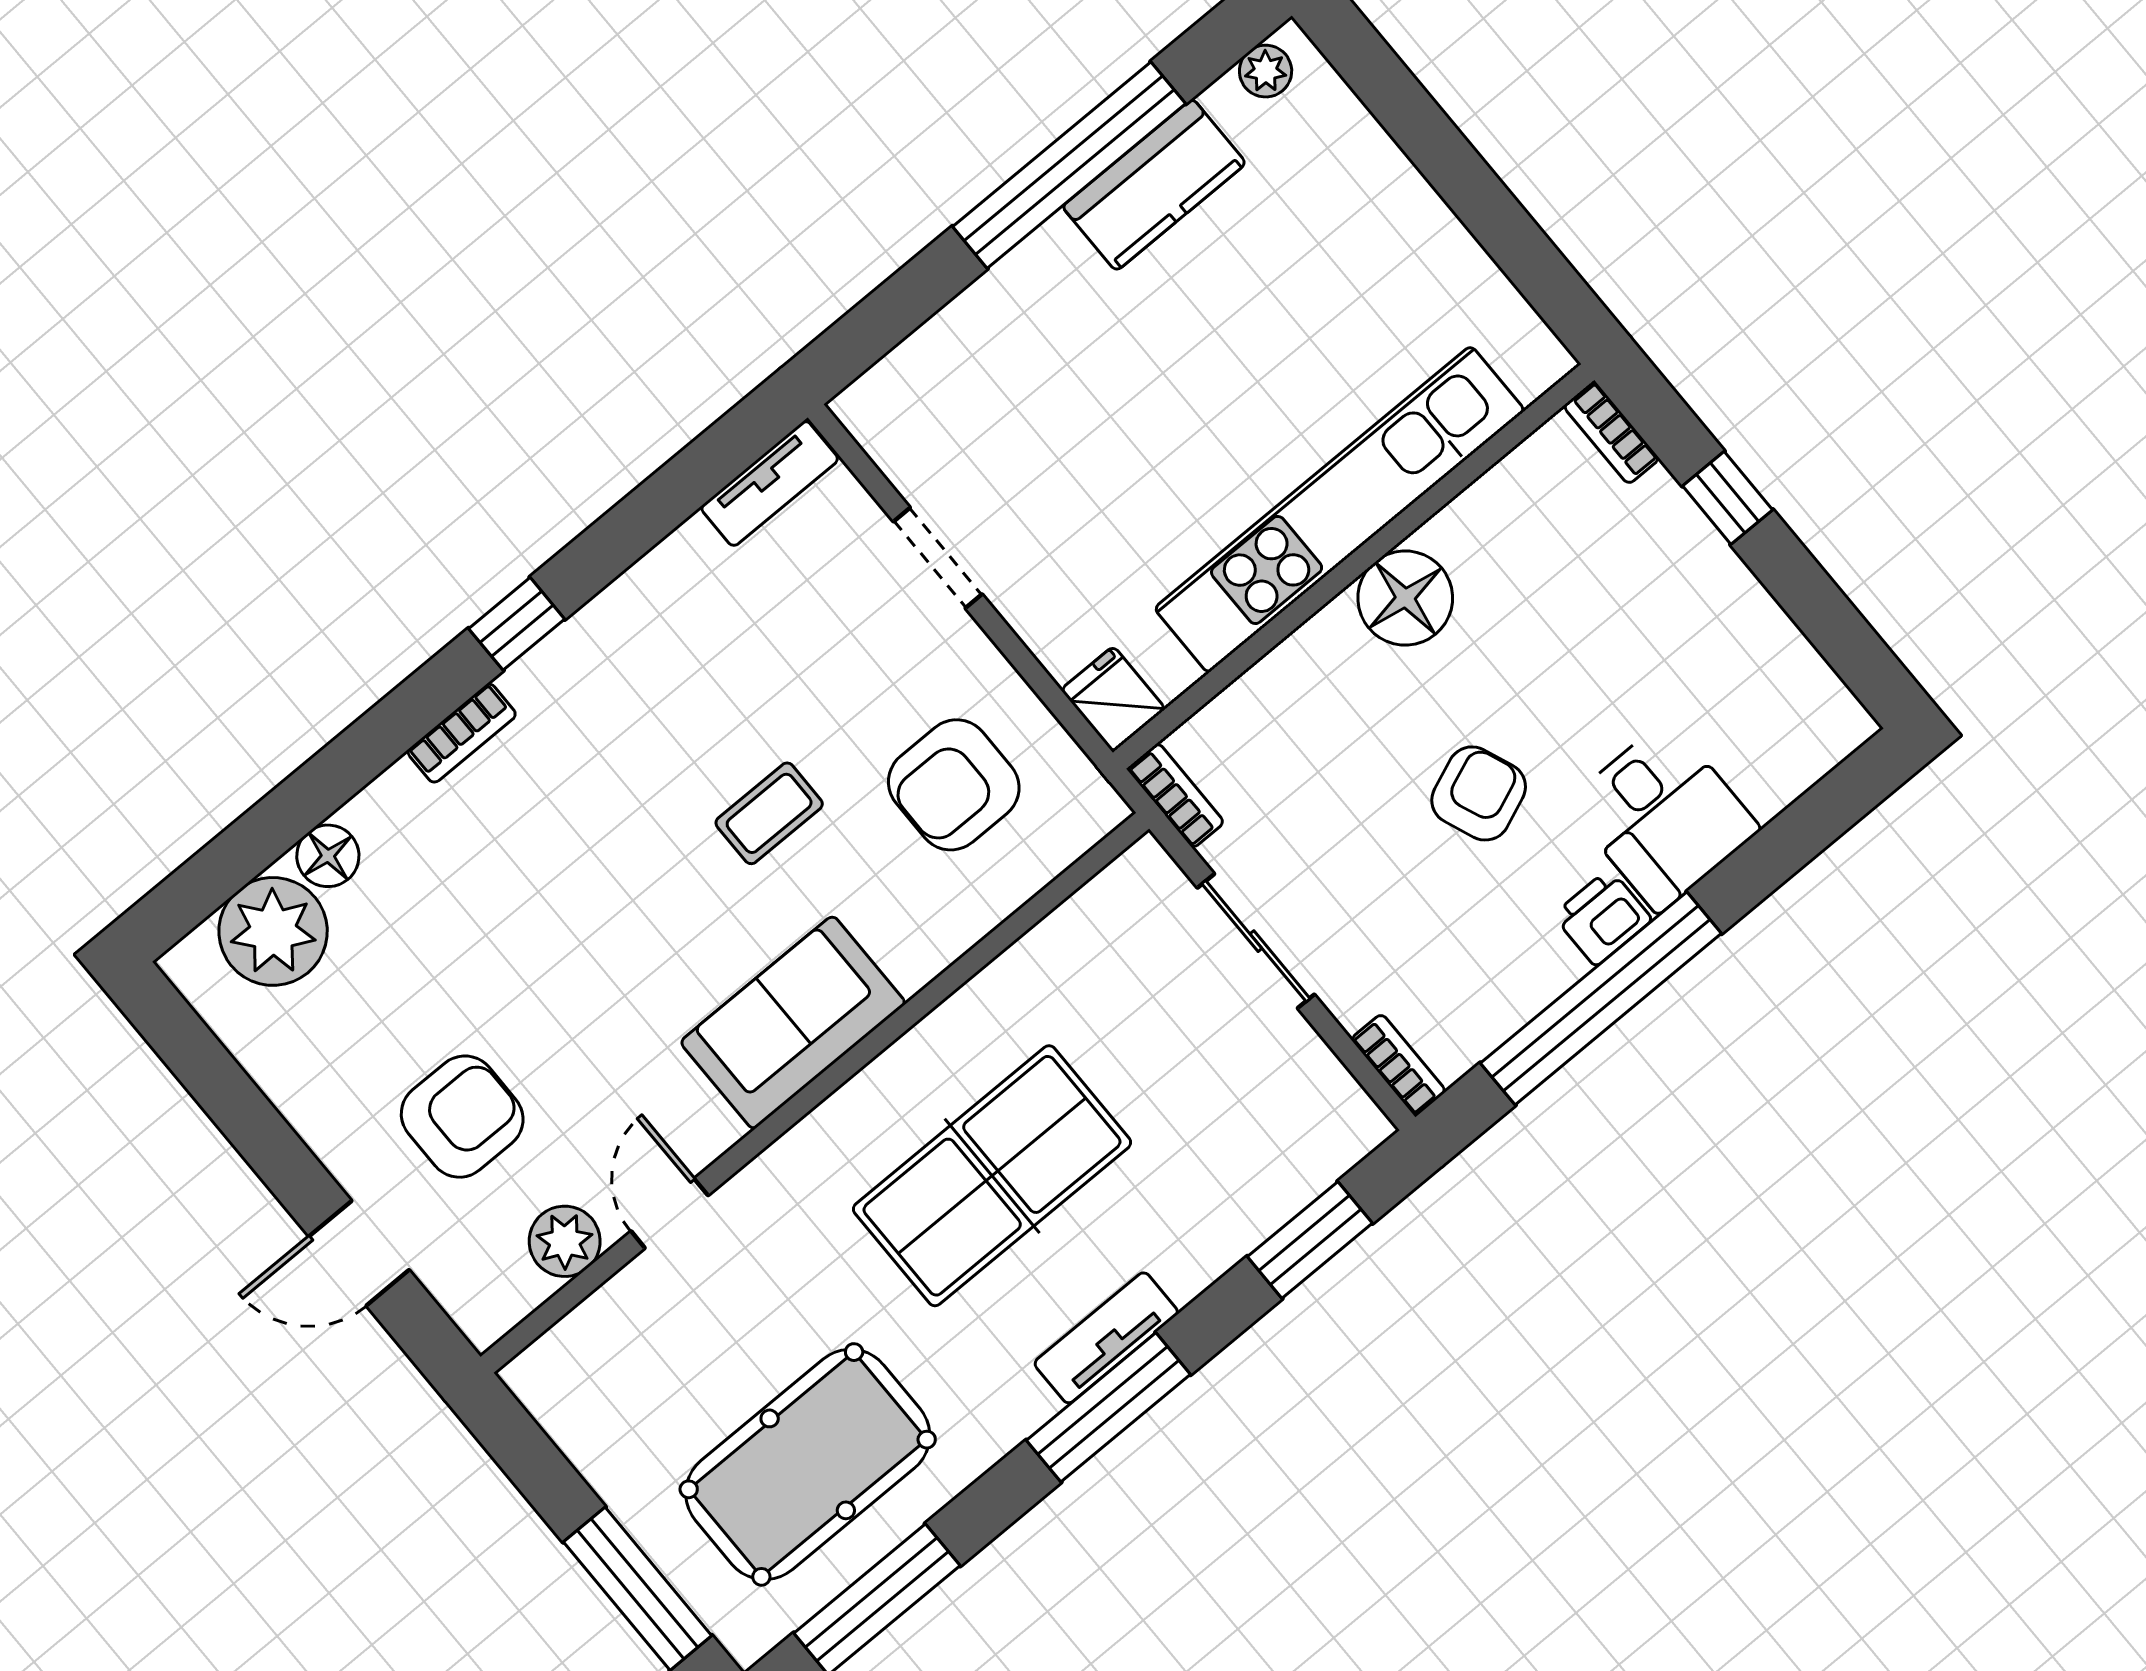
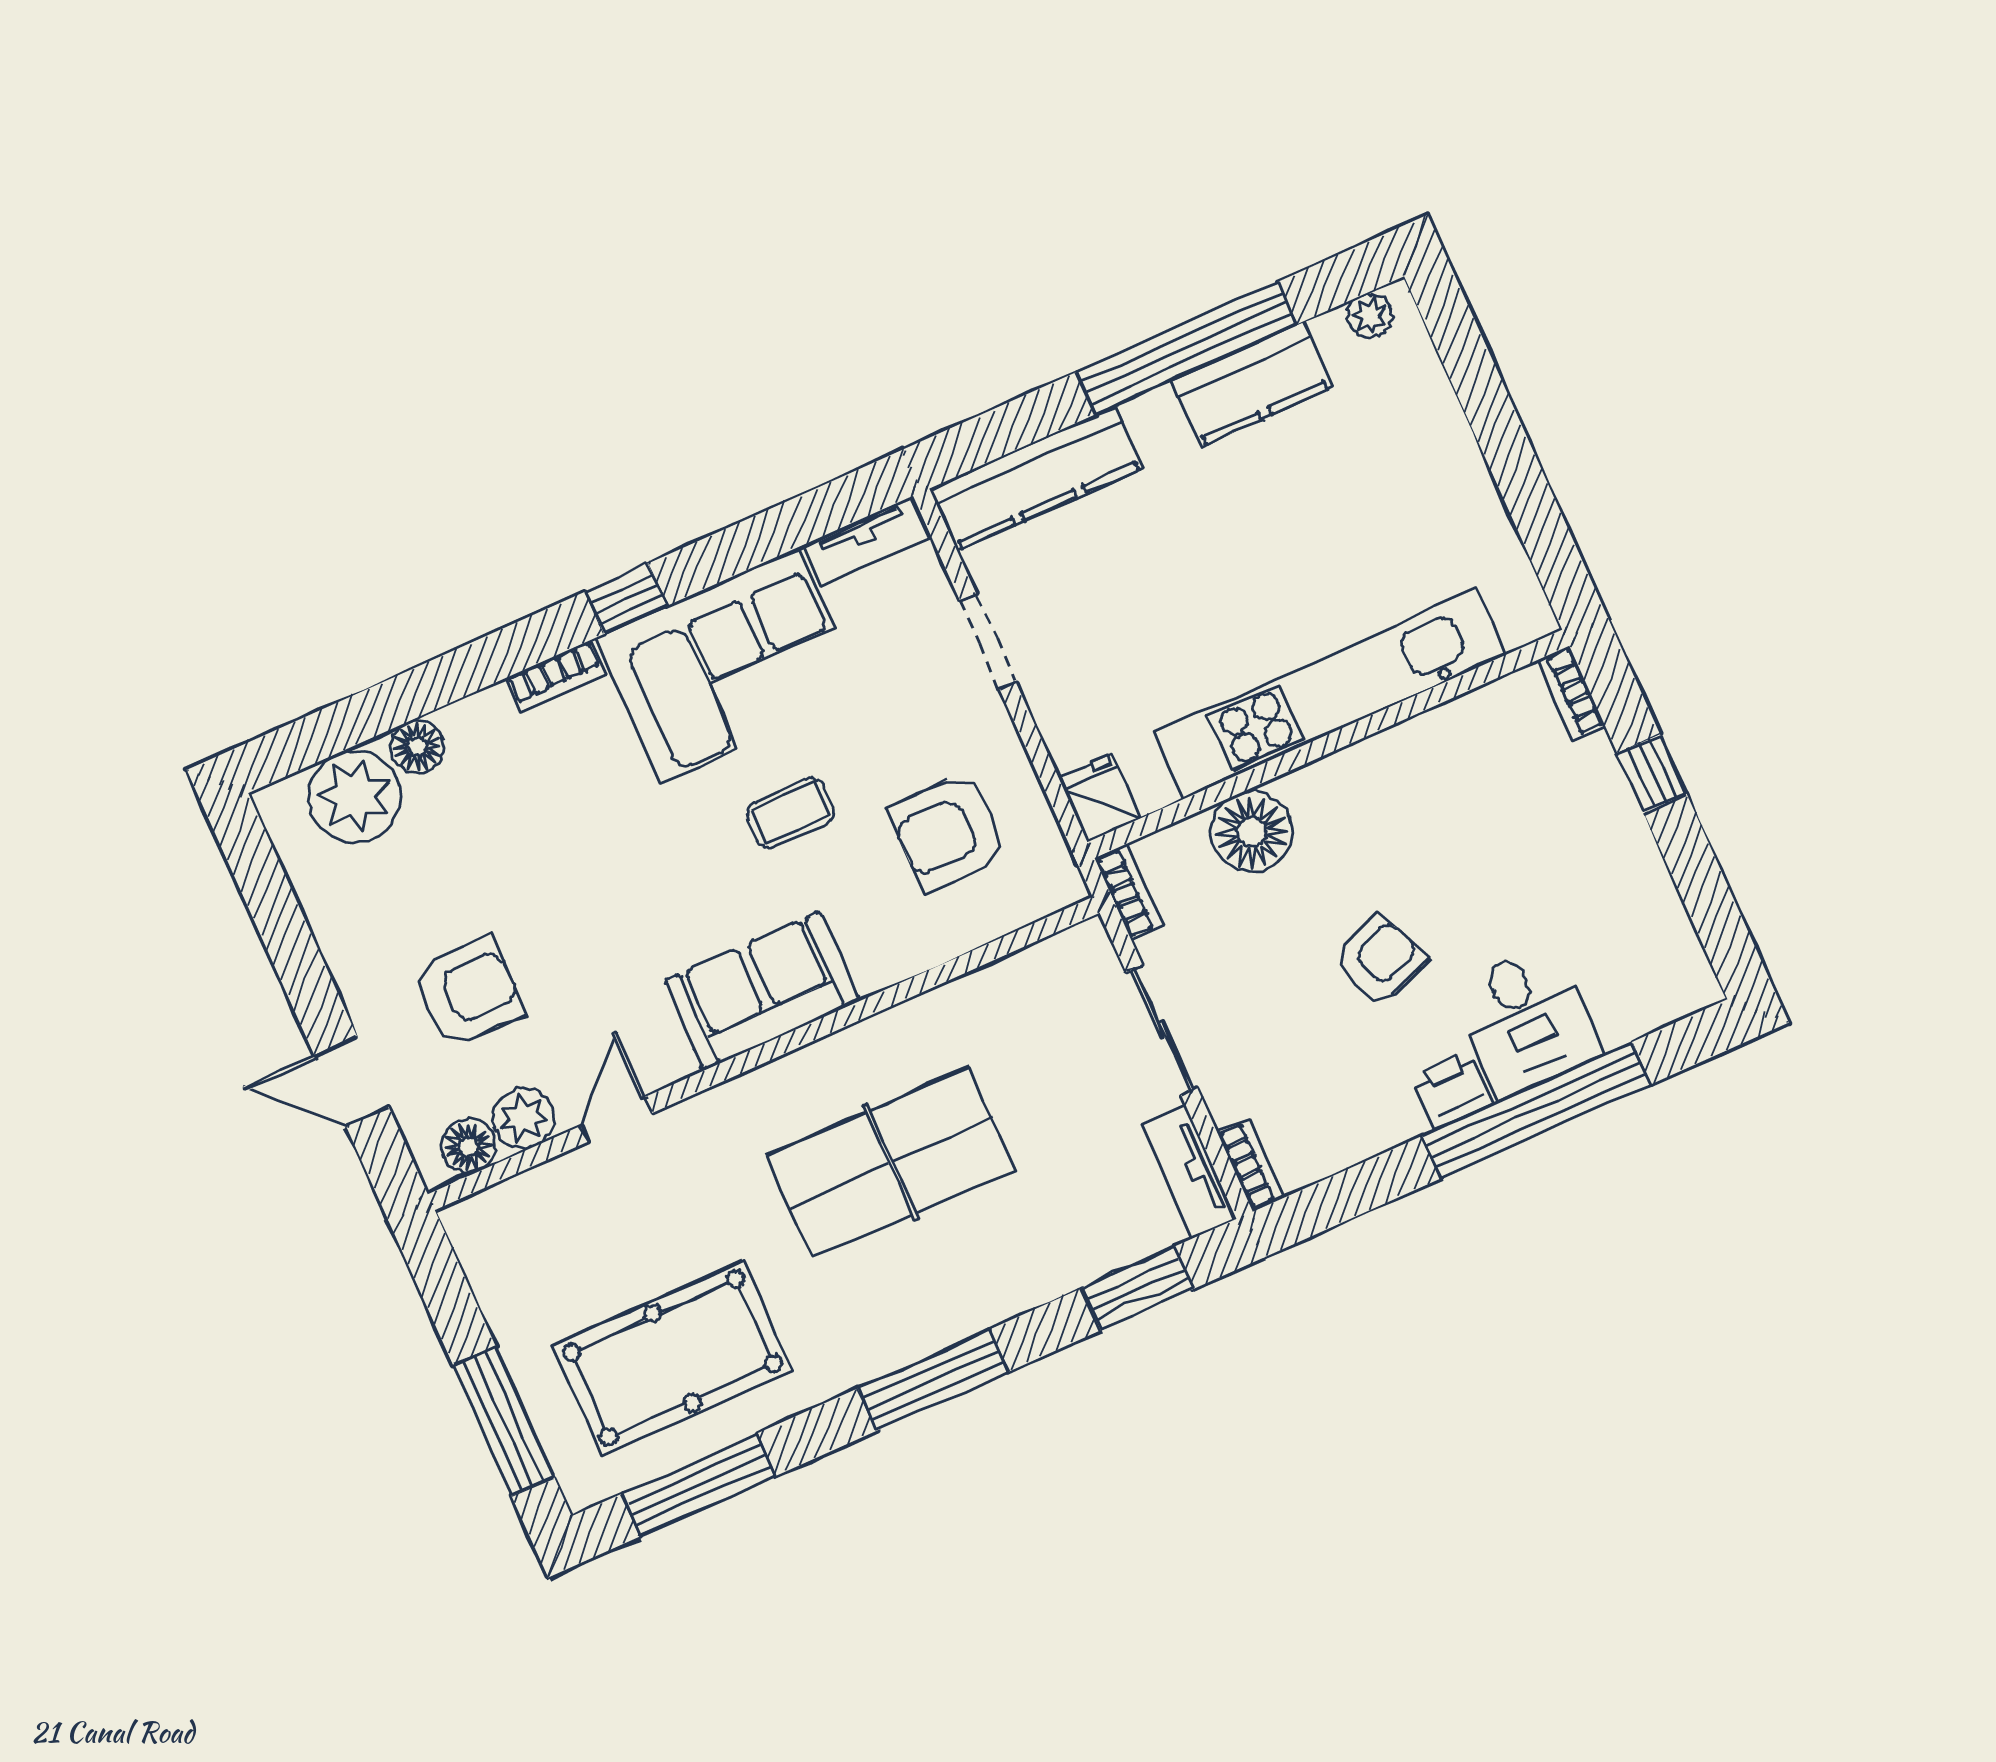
kitchen counter: (941, 359) -> (1036, 478), added
floor lamp: (1405, 598) -> (1252, 832), moved
corner sofa: (654, 666) -> (729, 665), added
window: (1601, 998) -> (1537, 1110), moved
floor lamp: (512, 1290) -> (469, 1147), added
tv unit: (1106, 1338) -> (1190, 1172), moved, turned -90

